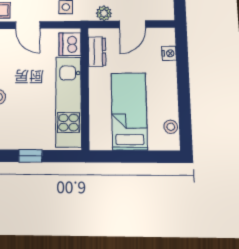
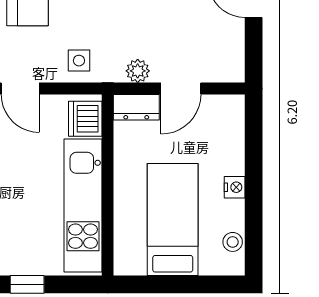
dresser: (97, 52) -> (136, 107), moved, turned 90
nightstand: (169, 53) -> (235, 187), moved

